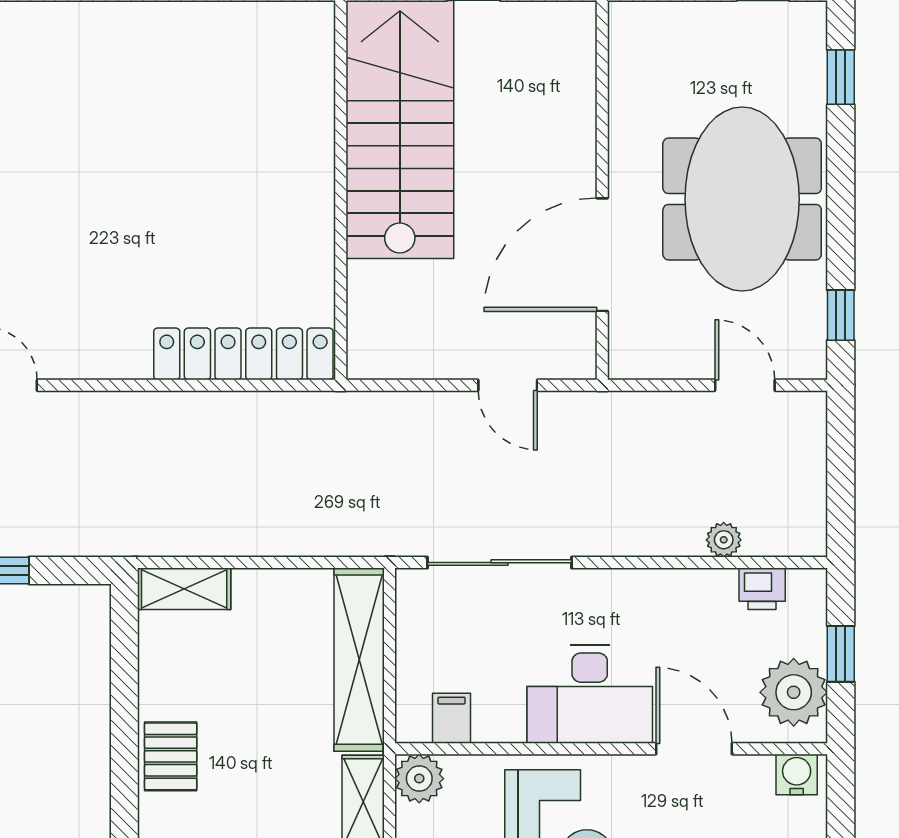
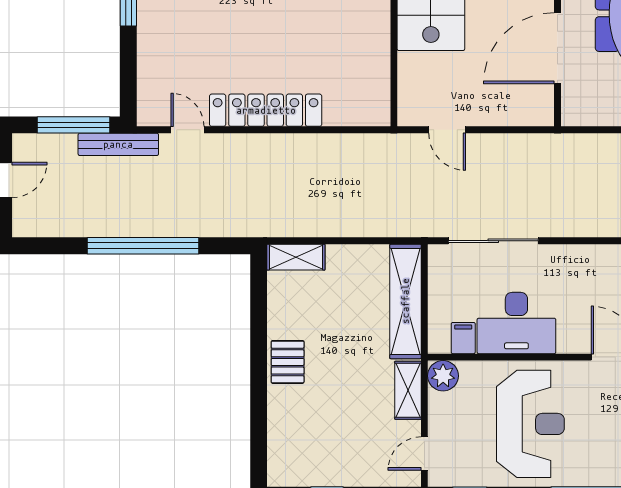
locker: (243, 354) -> (266, 110), moved
door: (508, 385) -> (447, 130), moved
desk: (590, 694) -> (516, 323), moved

